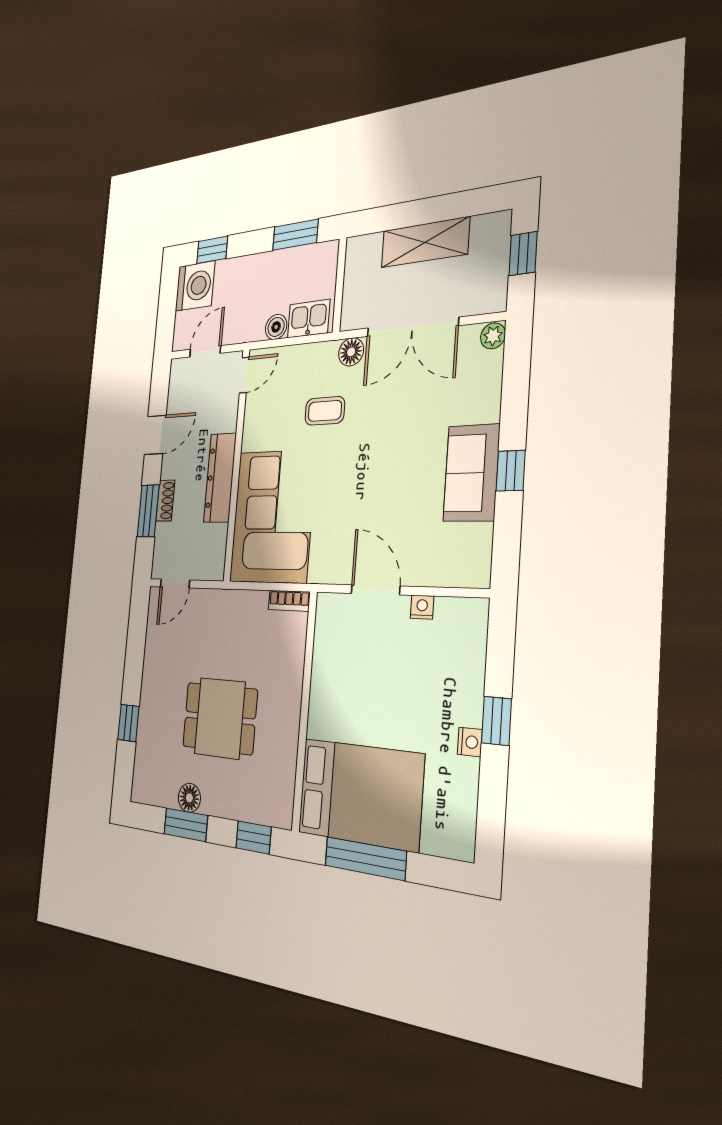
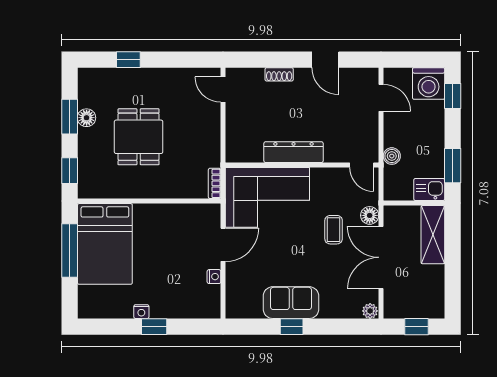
shelving: (425, 242) -> (433, 235), moved
kitchen sink: (309, 319) -> (429, 190), moved, turned -90
door: (244, 375) -> (362, 165), moved
coffee table: (325, 411) -> (334, 230), moved
wall: (237, 464) -> (302, 165), moved
dresser: (220, 478) -> (294, 152), moved
window: (148, 511) -> (272, 60), removed
corner sofa: (272, 517) -> (267, 197), moved

